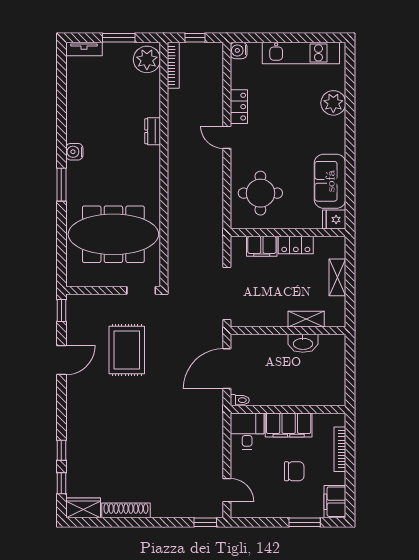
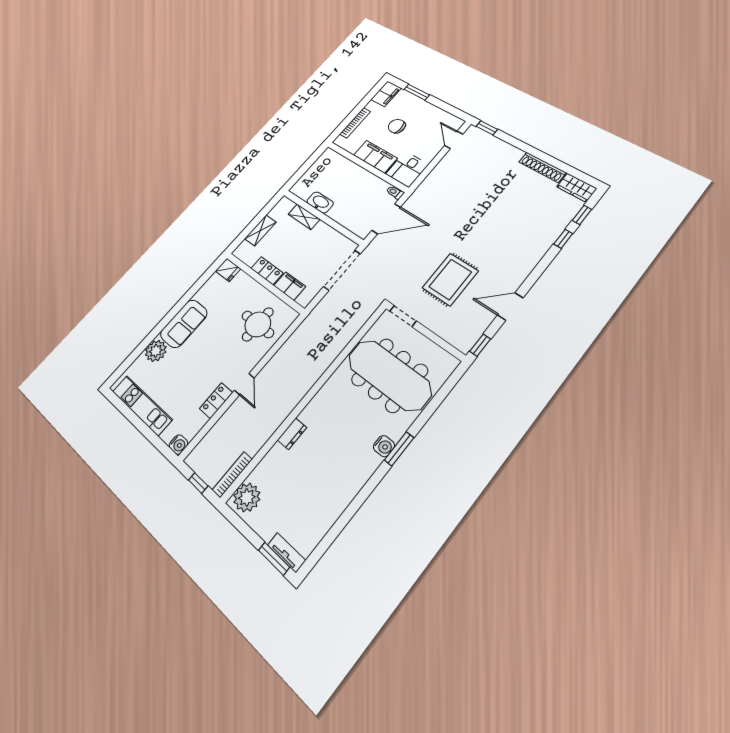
window: (119, 38) -> (274, 559), moved
water cooler: (74, 152) -> (384, 446), moved
sofa: (330, 181) -> (184, 324), moved

